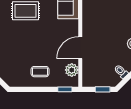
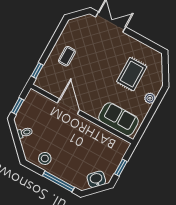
plant: (72, 70) -> (52, 87), removed

